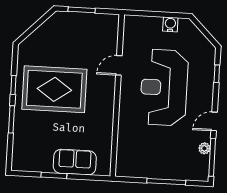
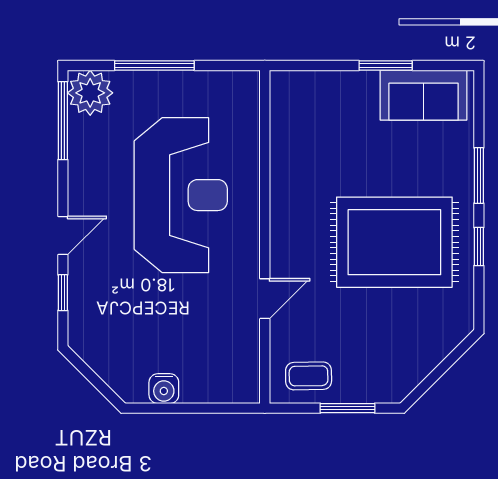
coffee table: (100, 27) -> (309, 376), added
reception desk: (164, 88) -> (181, 195), moved
door: (214, 121) -> (63, 236), moved
plant: (204, 148) -> (90, 93), moved, width x1.88, depth x1.88
sofa: (75, 162) -> (424, 95), moved

